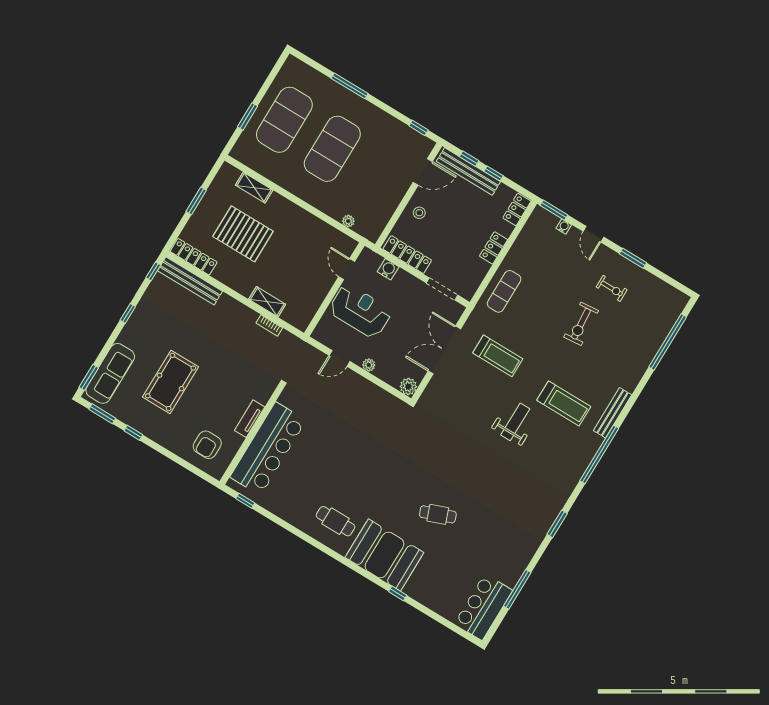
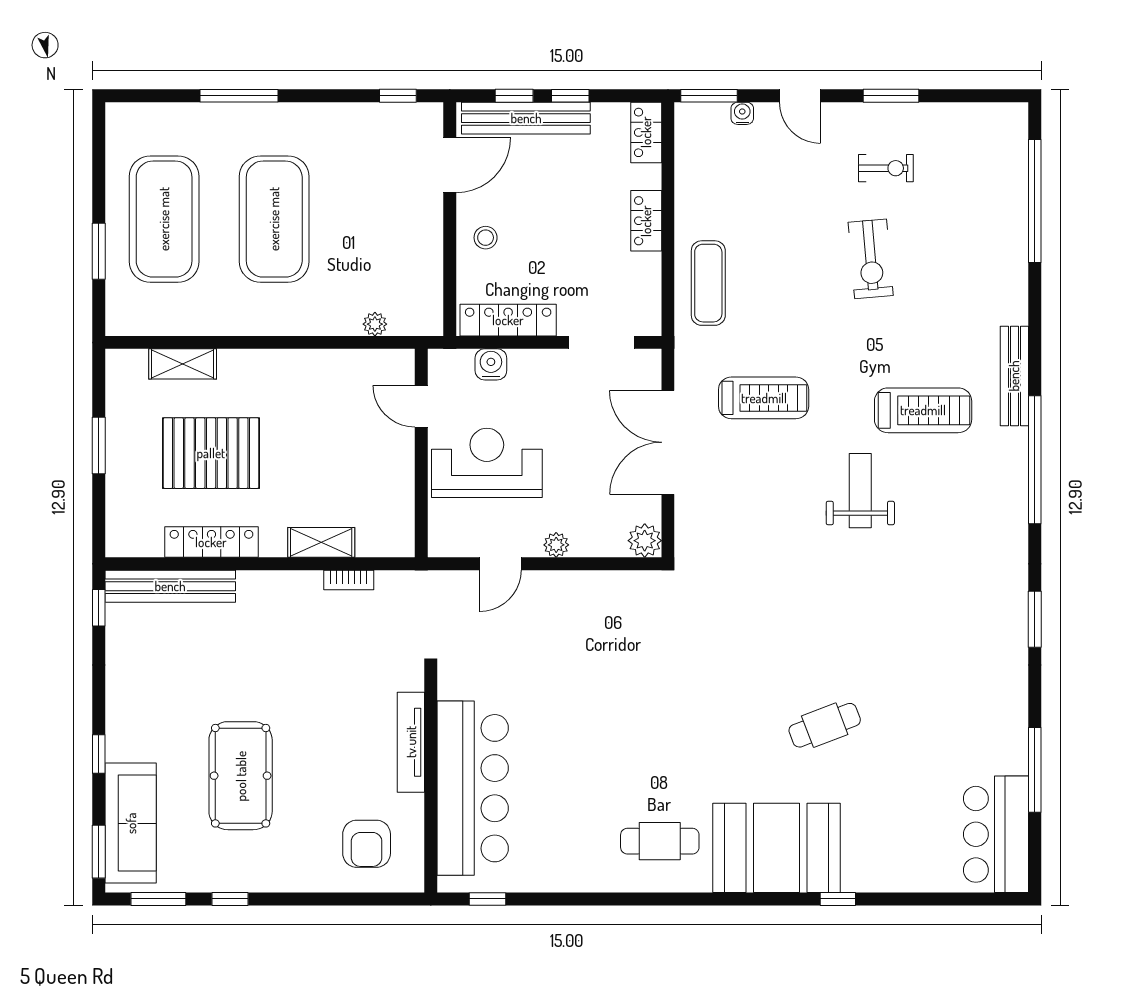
locker: (194, 257) -> (211, 542), moved
window: (128, 313) -> (99, 754), moved
tv unit: (250, 419) -> (411, 742), width x1.41

